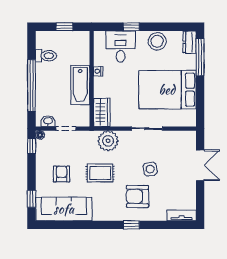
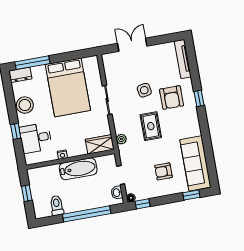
plant: (108, 141) -> (121, 139), width x0.53, depth x0.53
rug: (100, 173) -> (151, 126), moved
tv unit: (182, 215) -> (183, 59), width x1.41

